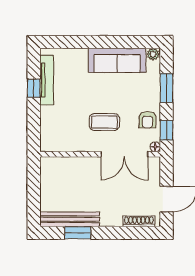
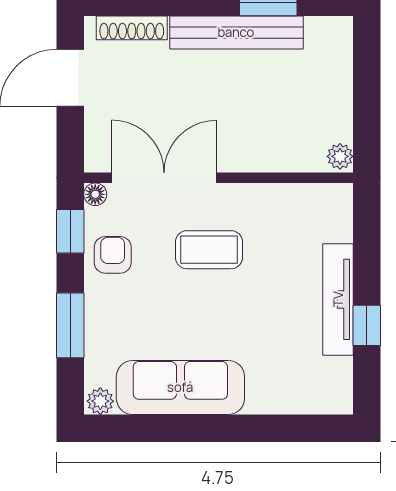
tv unit: (47, 80) -> (338, 299), moved
plant: (46, 164) -> (340, 156), added
bench: (70, 219) -> (236, 32), moved

